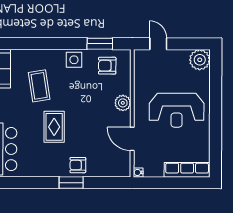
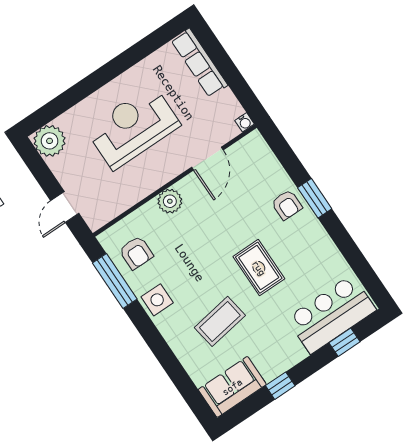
window: (100, 44) -> (115, 281), width x1.44
reception desk: (177, 110) -> (133, 127), turned -90
rug: (54, 127) -> (259, 268), turned 90

